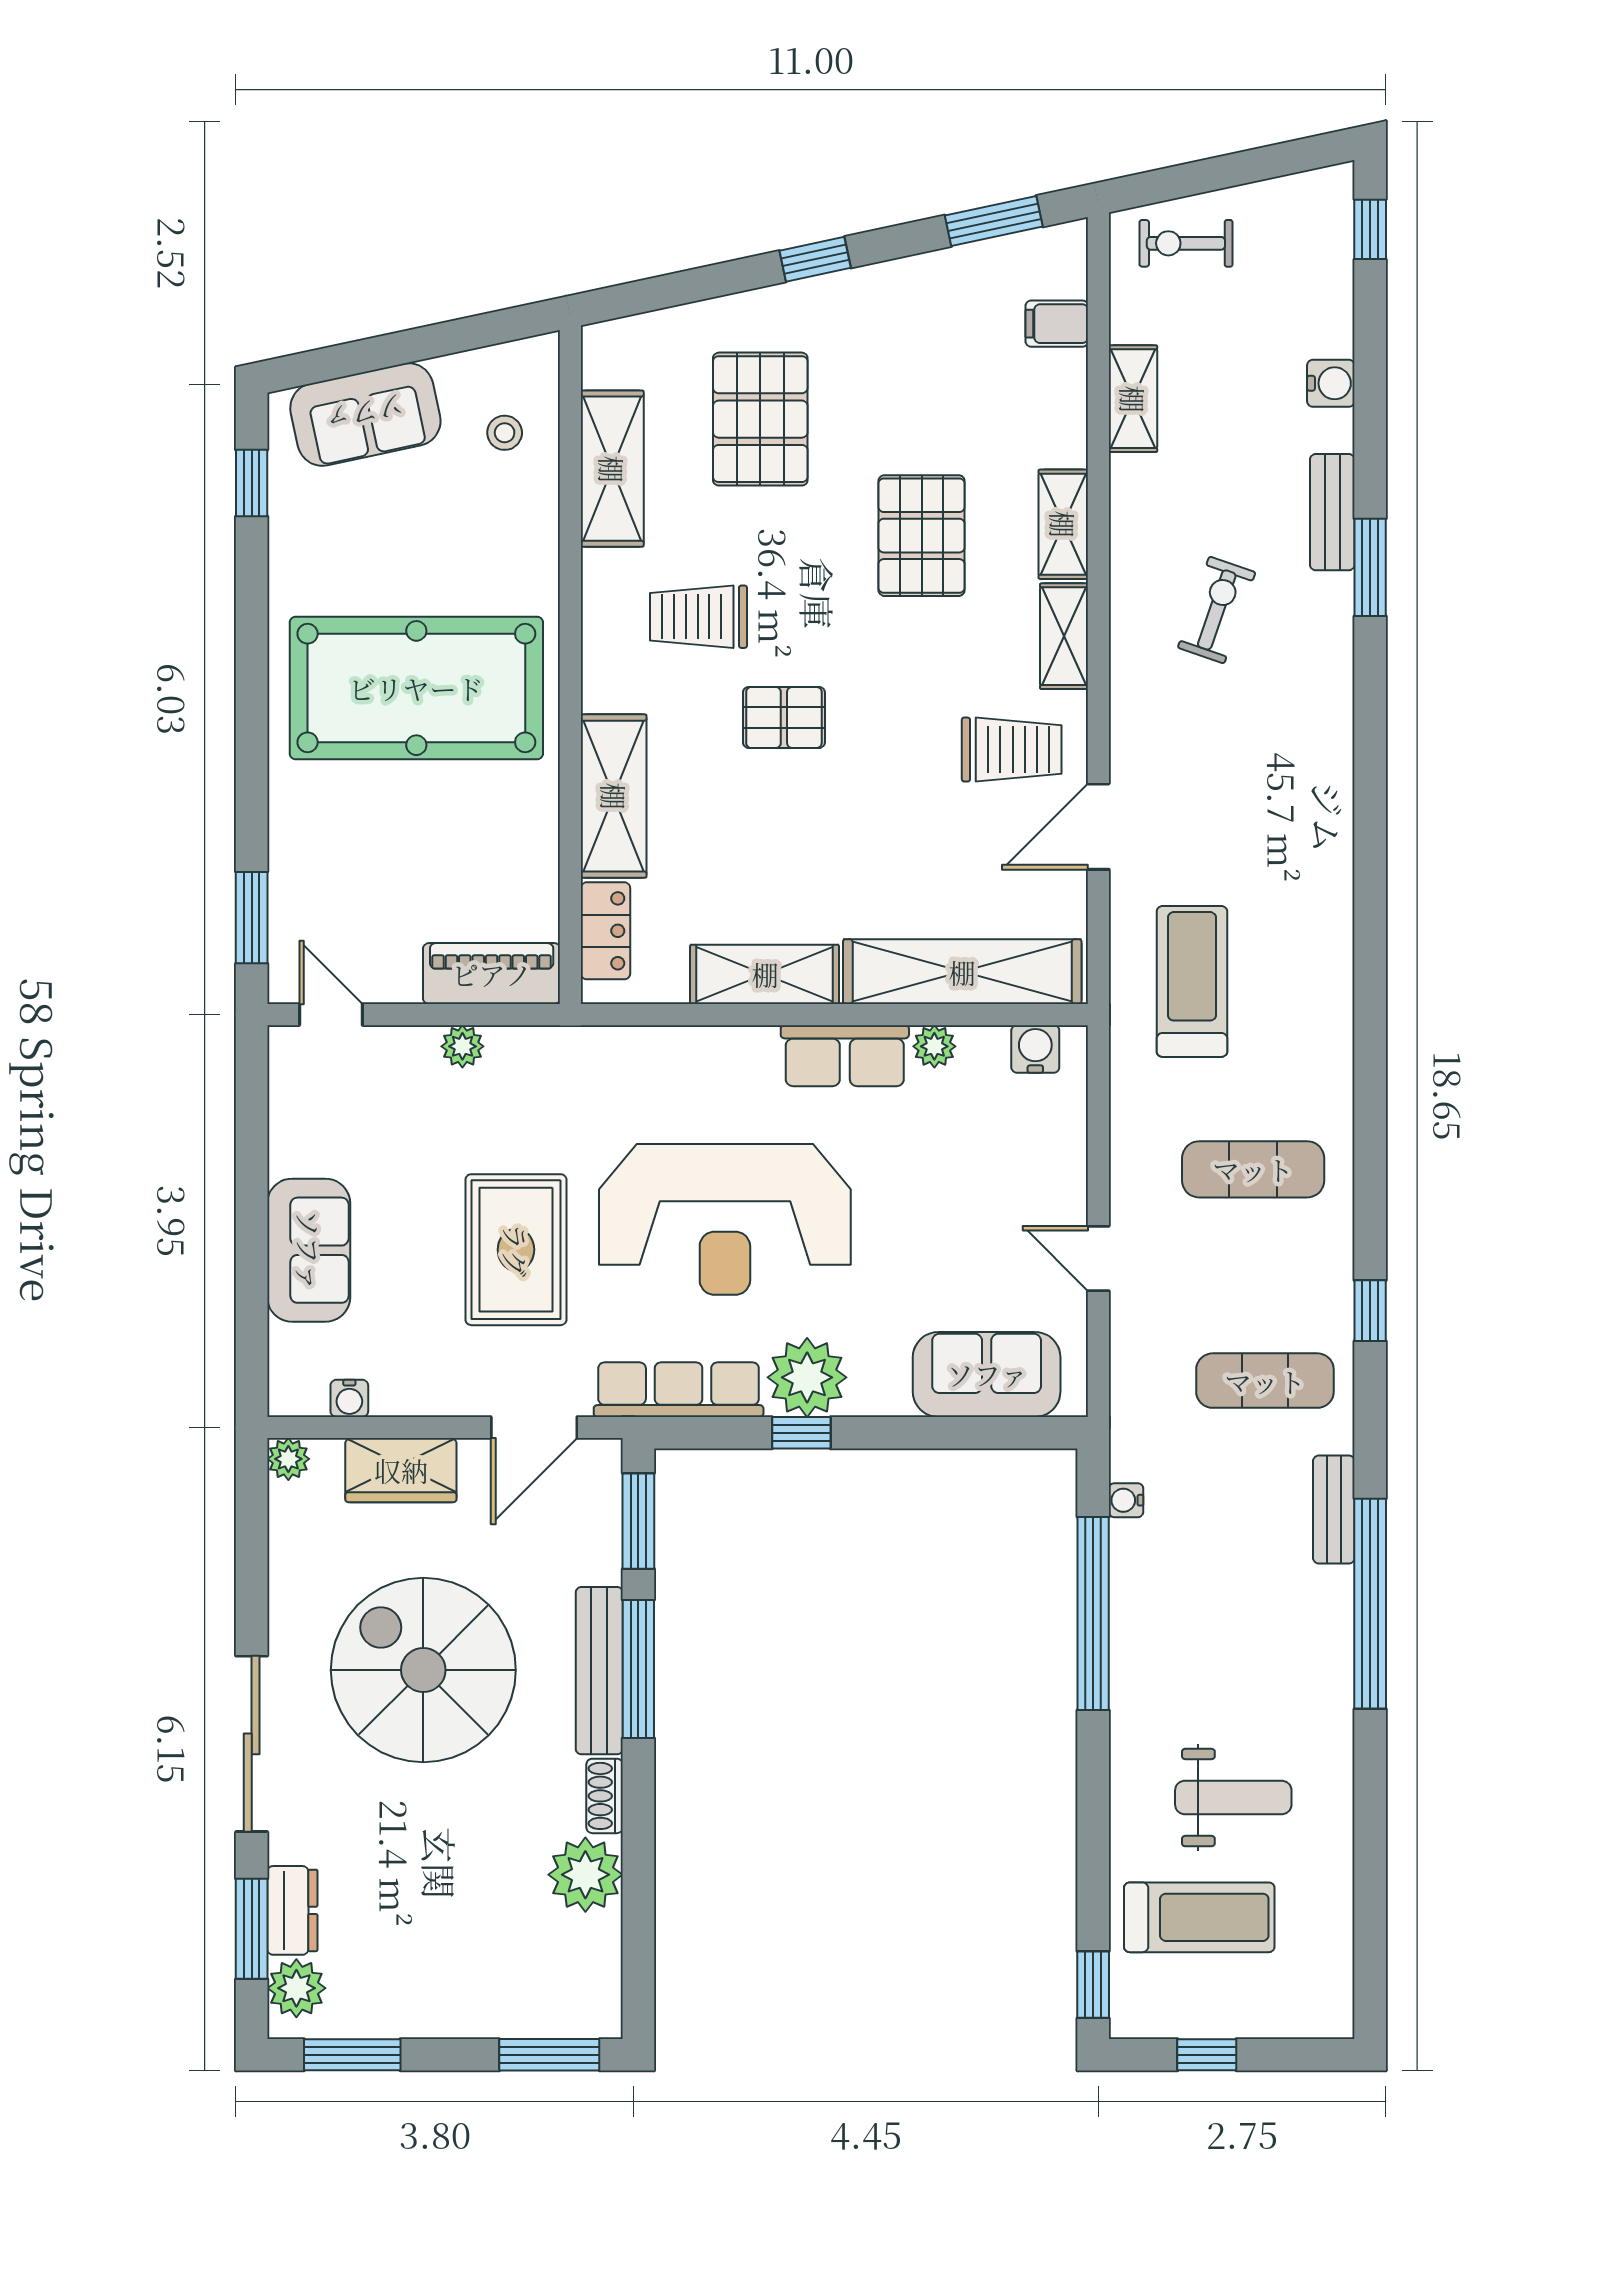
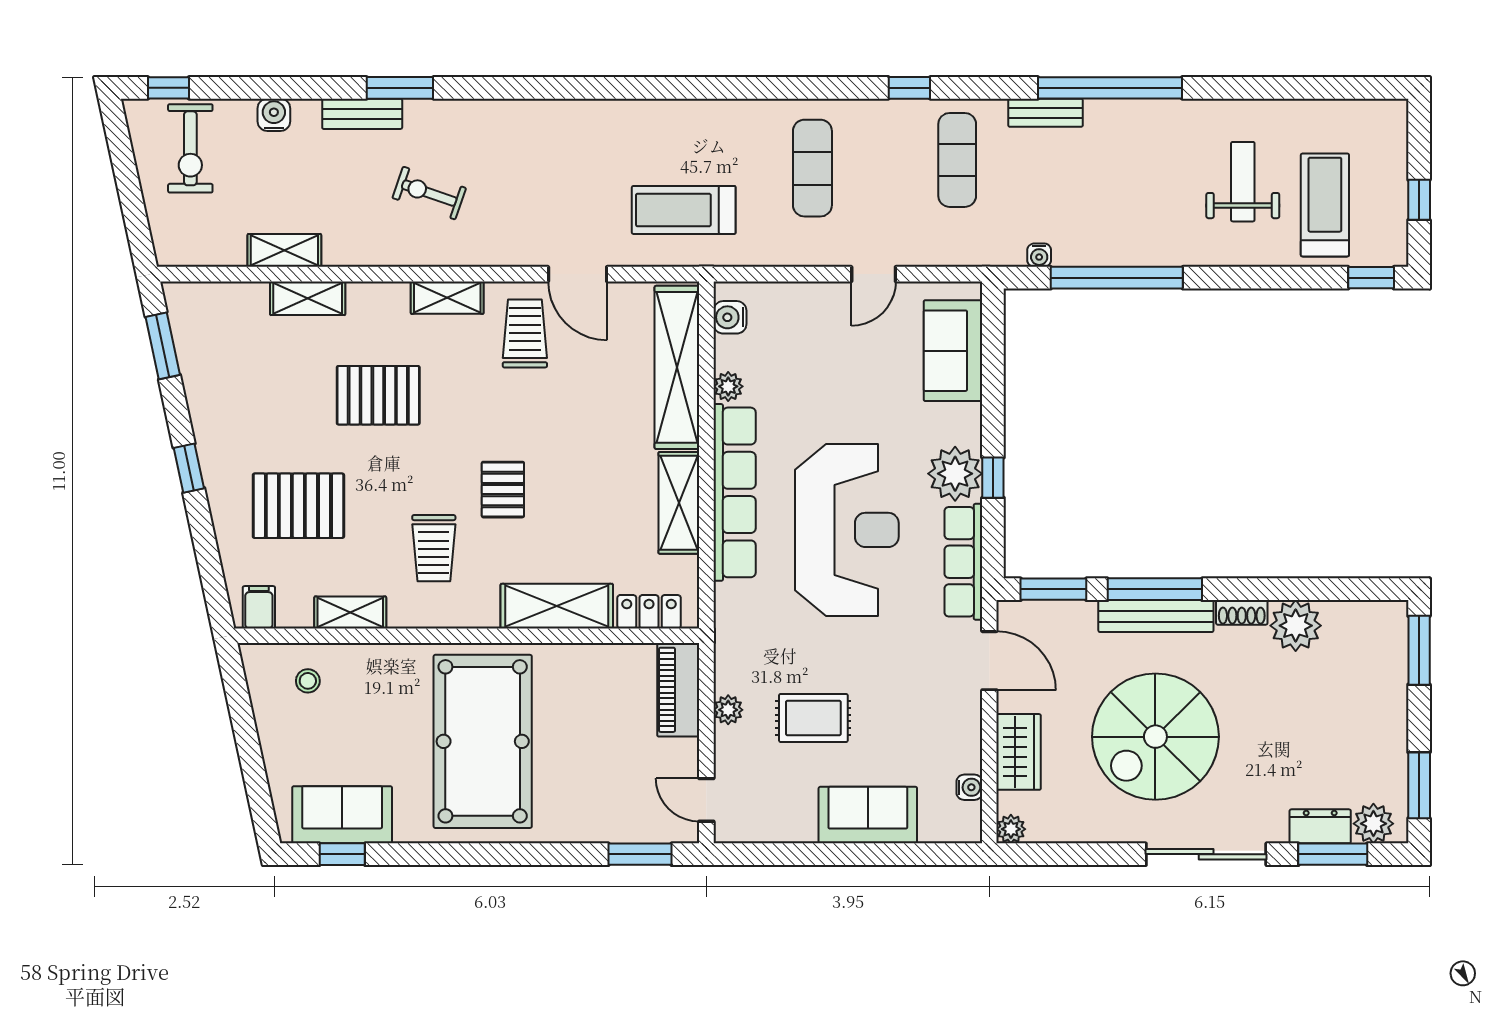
exercise bike: (1186, 243) -> (190, 148), moved, width x1.38, depth x1.39
filing cabinet: (1057, 324) -> (259, 607), moved, turned 180
sofa: (365, 414) -> (342, 815), moved, turned -78
shelving: (612, 469) -> (350, 613), width x0.67, depth x0.75
shelving: (1063, 524) -> (308, 298), moved
door: (331, 1015) -> (706, 800), hinge flipped
row of seats: (845, 1056) -> (735, 492), width x2.02
rug: (516, 1250) -> (813, 718), moved, width x0.73, depth x0.70

